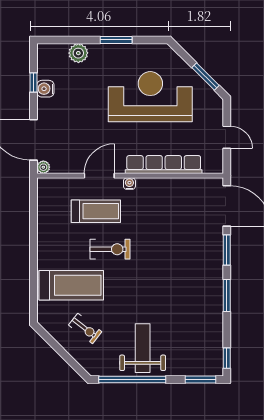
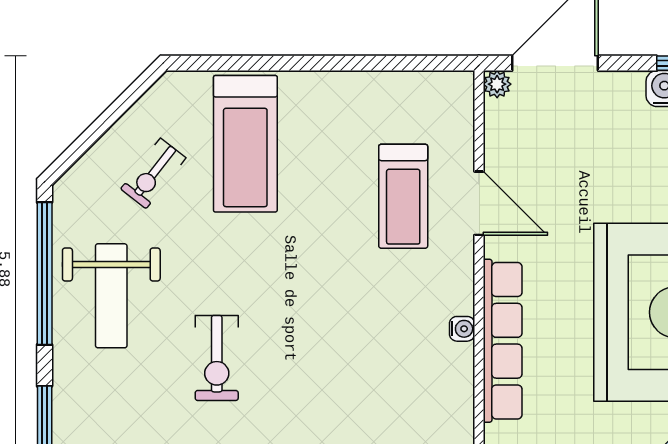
water cooler: (129, 184) -> (462, 329), moved
exercise bike: (110, 249) -> (217, 358), moved
weight bench: (143, 348) -> (111, 296), turned 90

